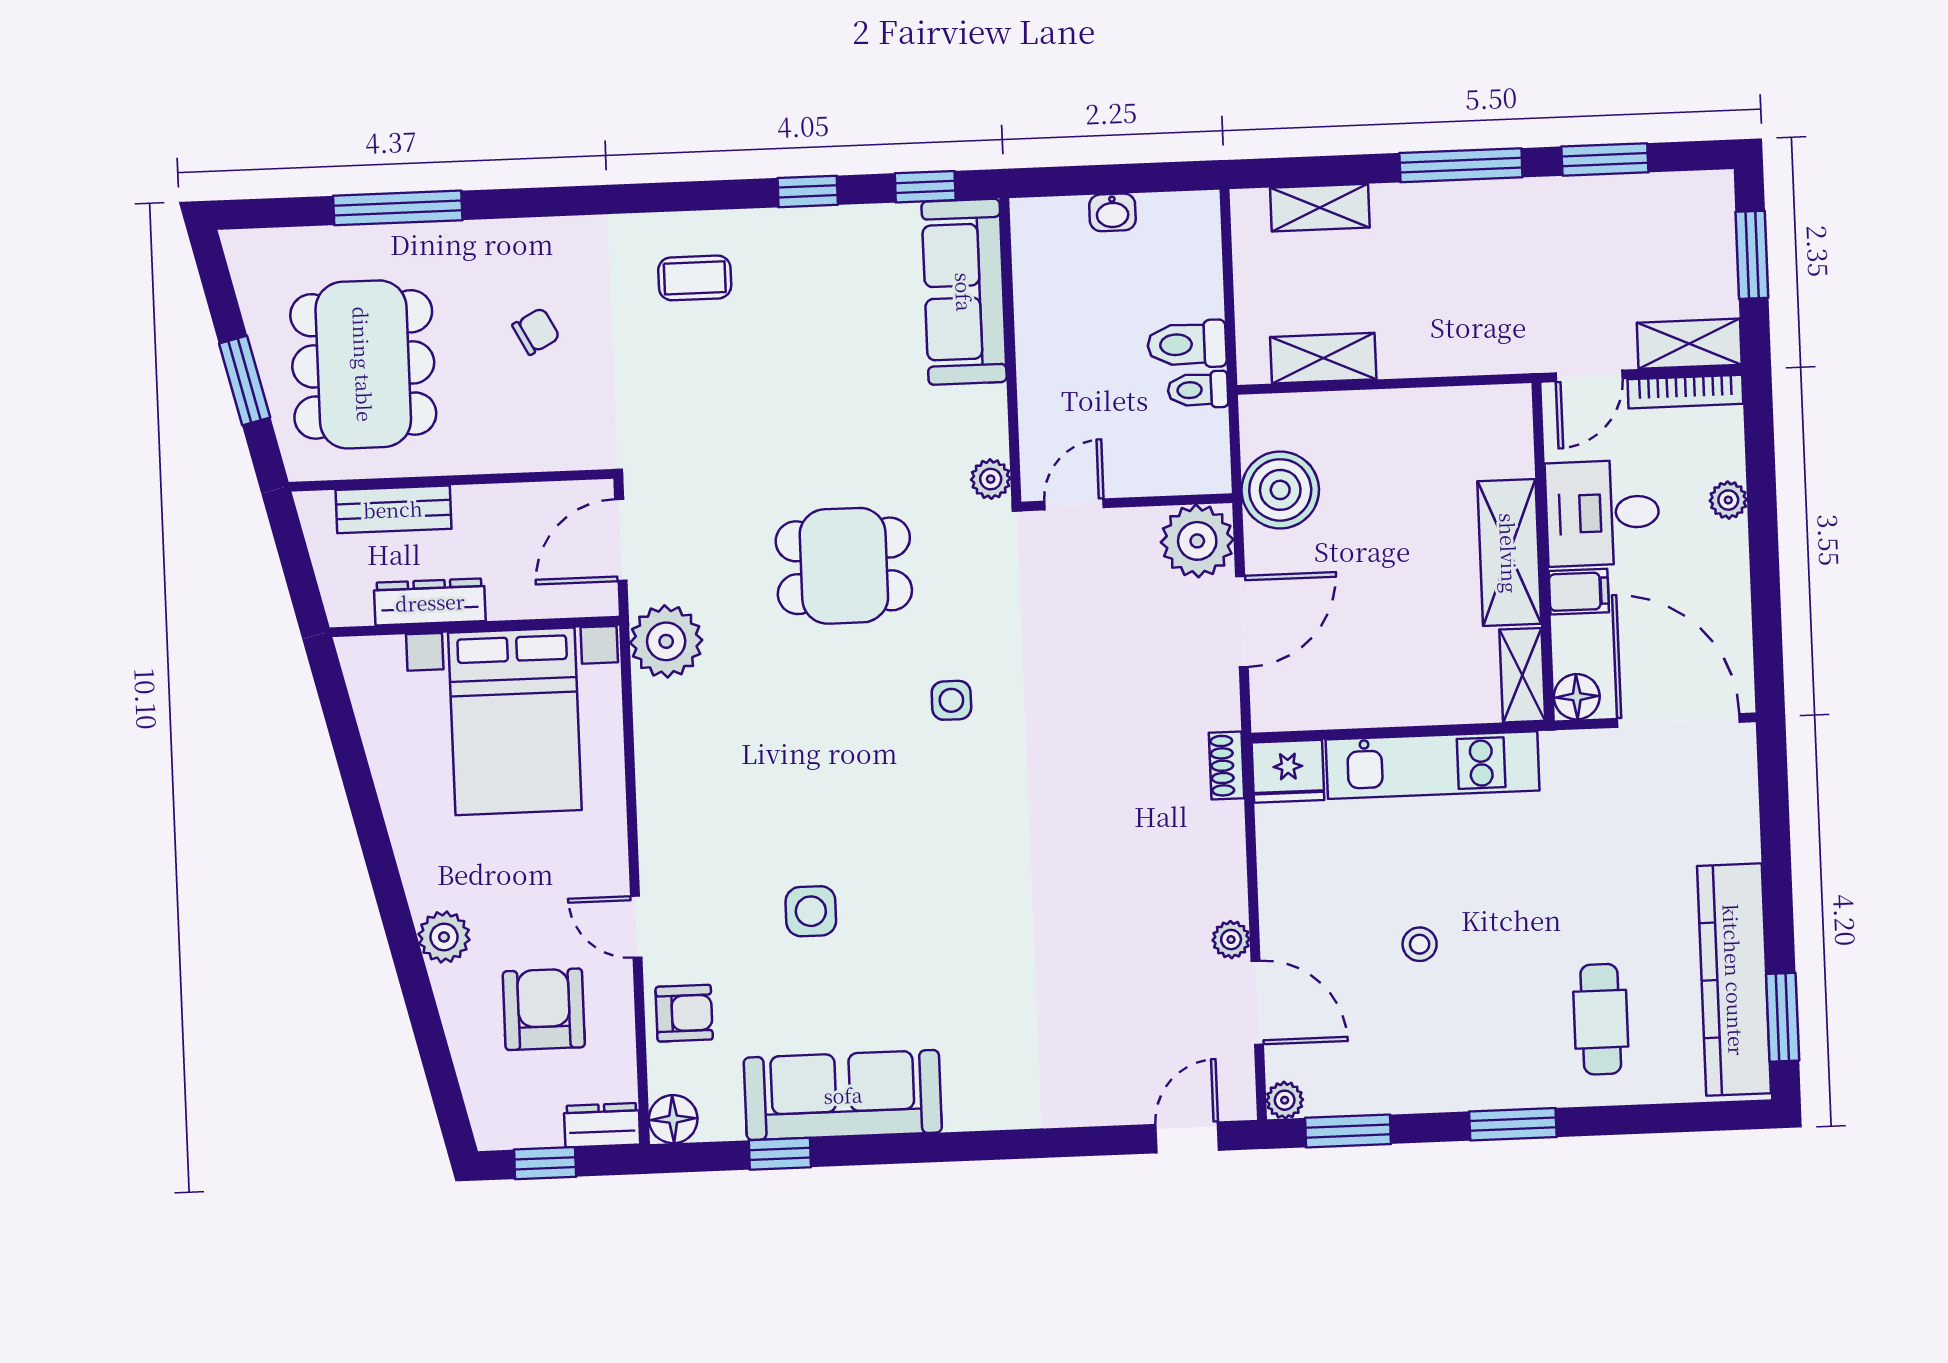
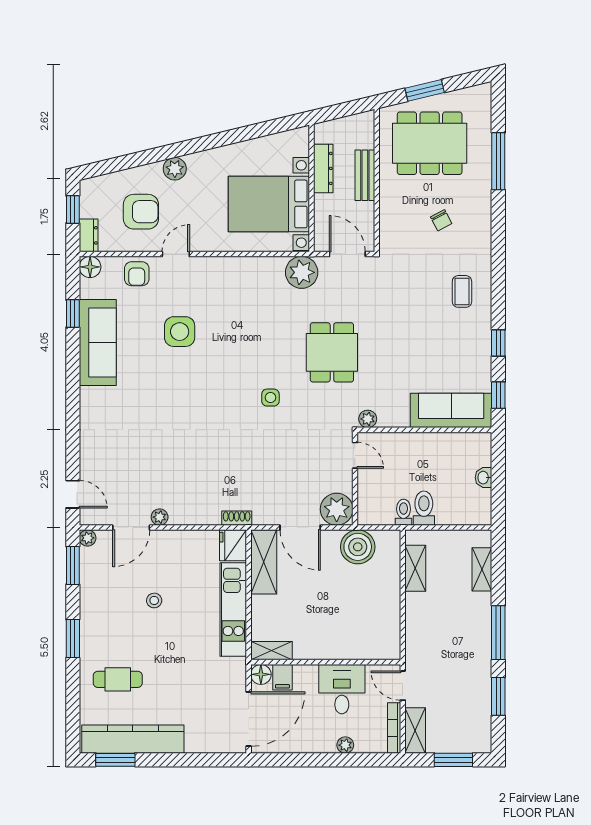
bench: (393, 509) -> (365, 175), moved
shelving: (1509, 553) -> (264, 562), moved, turned 90
filing cabinet: (1579, 592) -> (282, 677), moved
side table: (811, 911) -> (180, 332), width x1.37, depth x1.37

